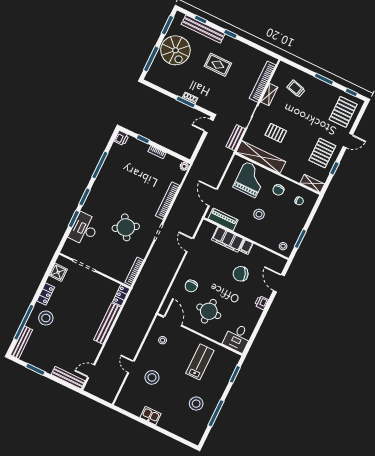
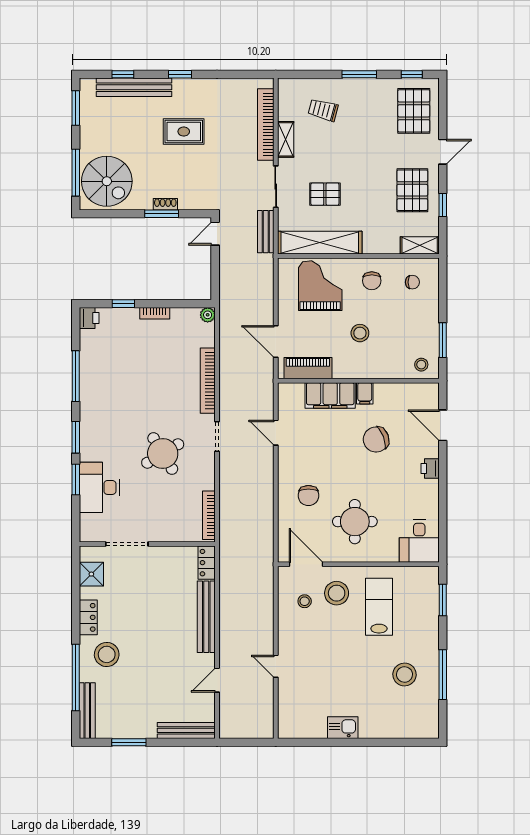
spiral stairs: (175, 50) -> (107, 181), moved
door: (91, 371) -> (217, 680), moved
stool: (152, 377) -> (337, 593), moved

